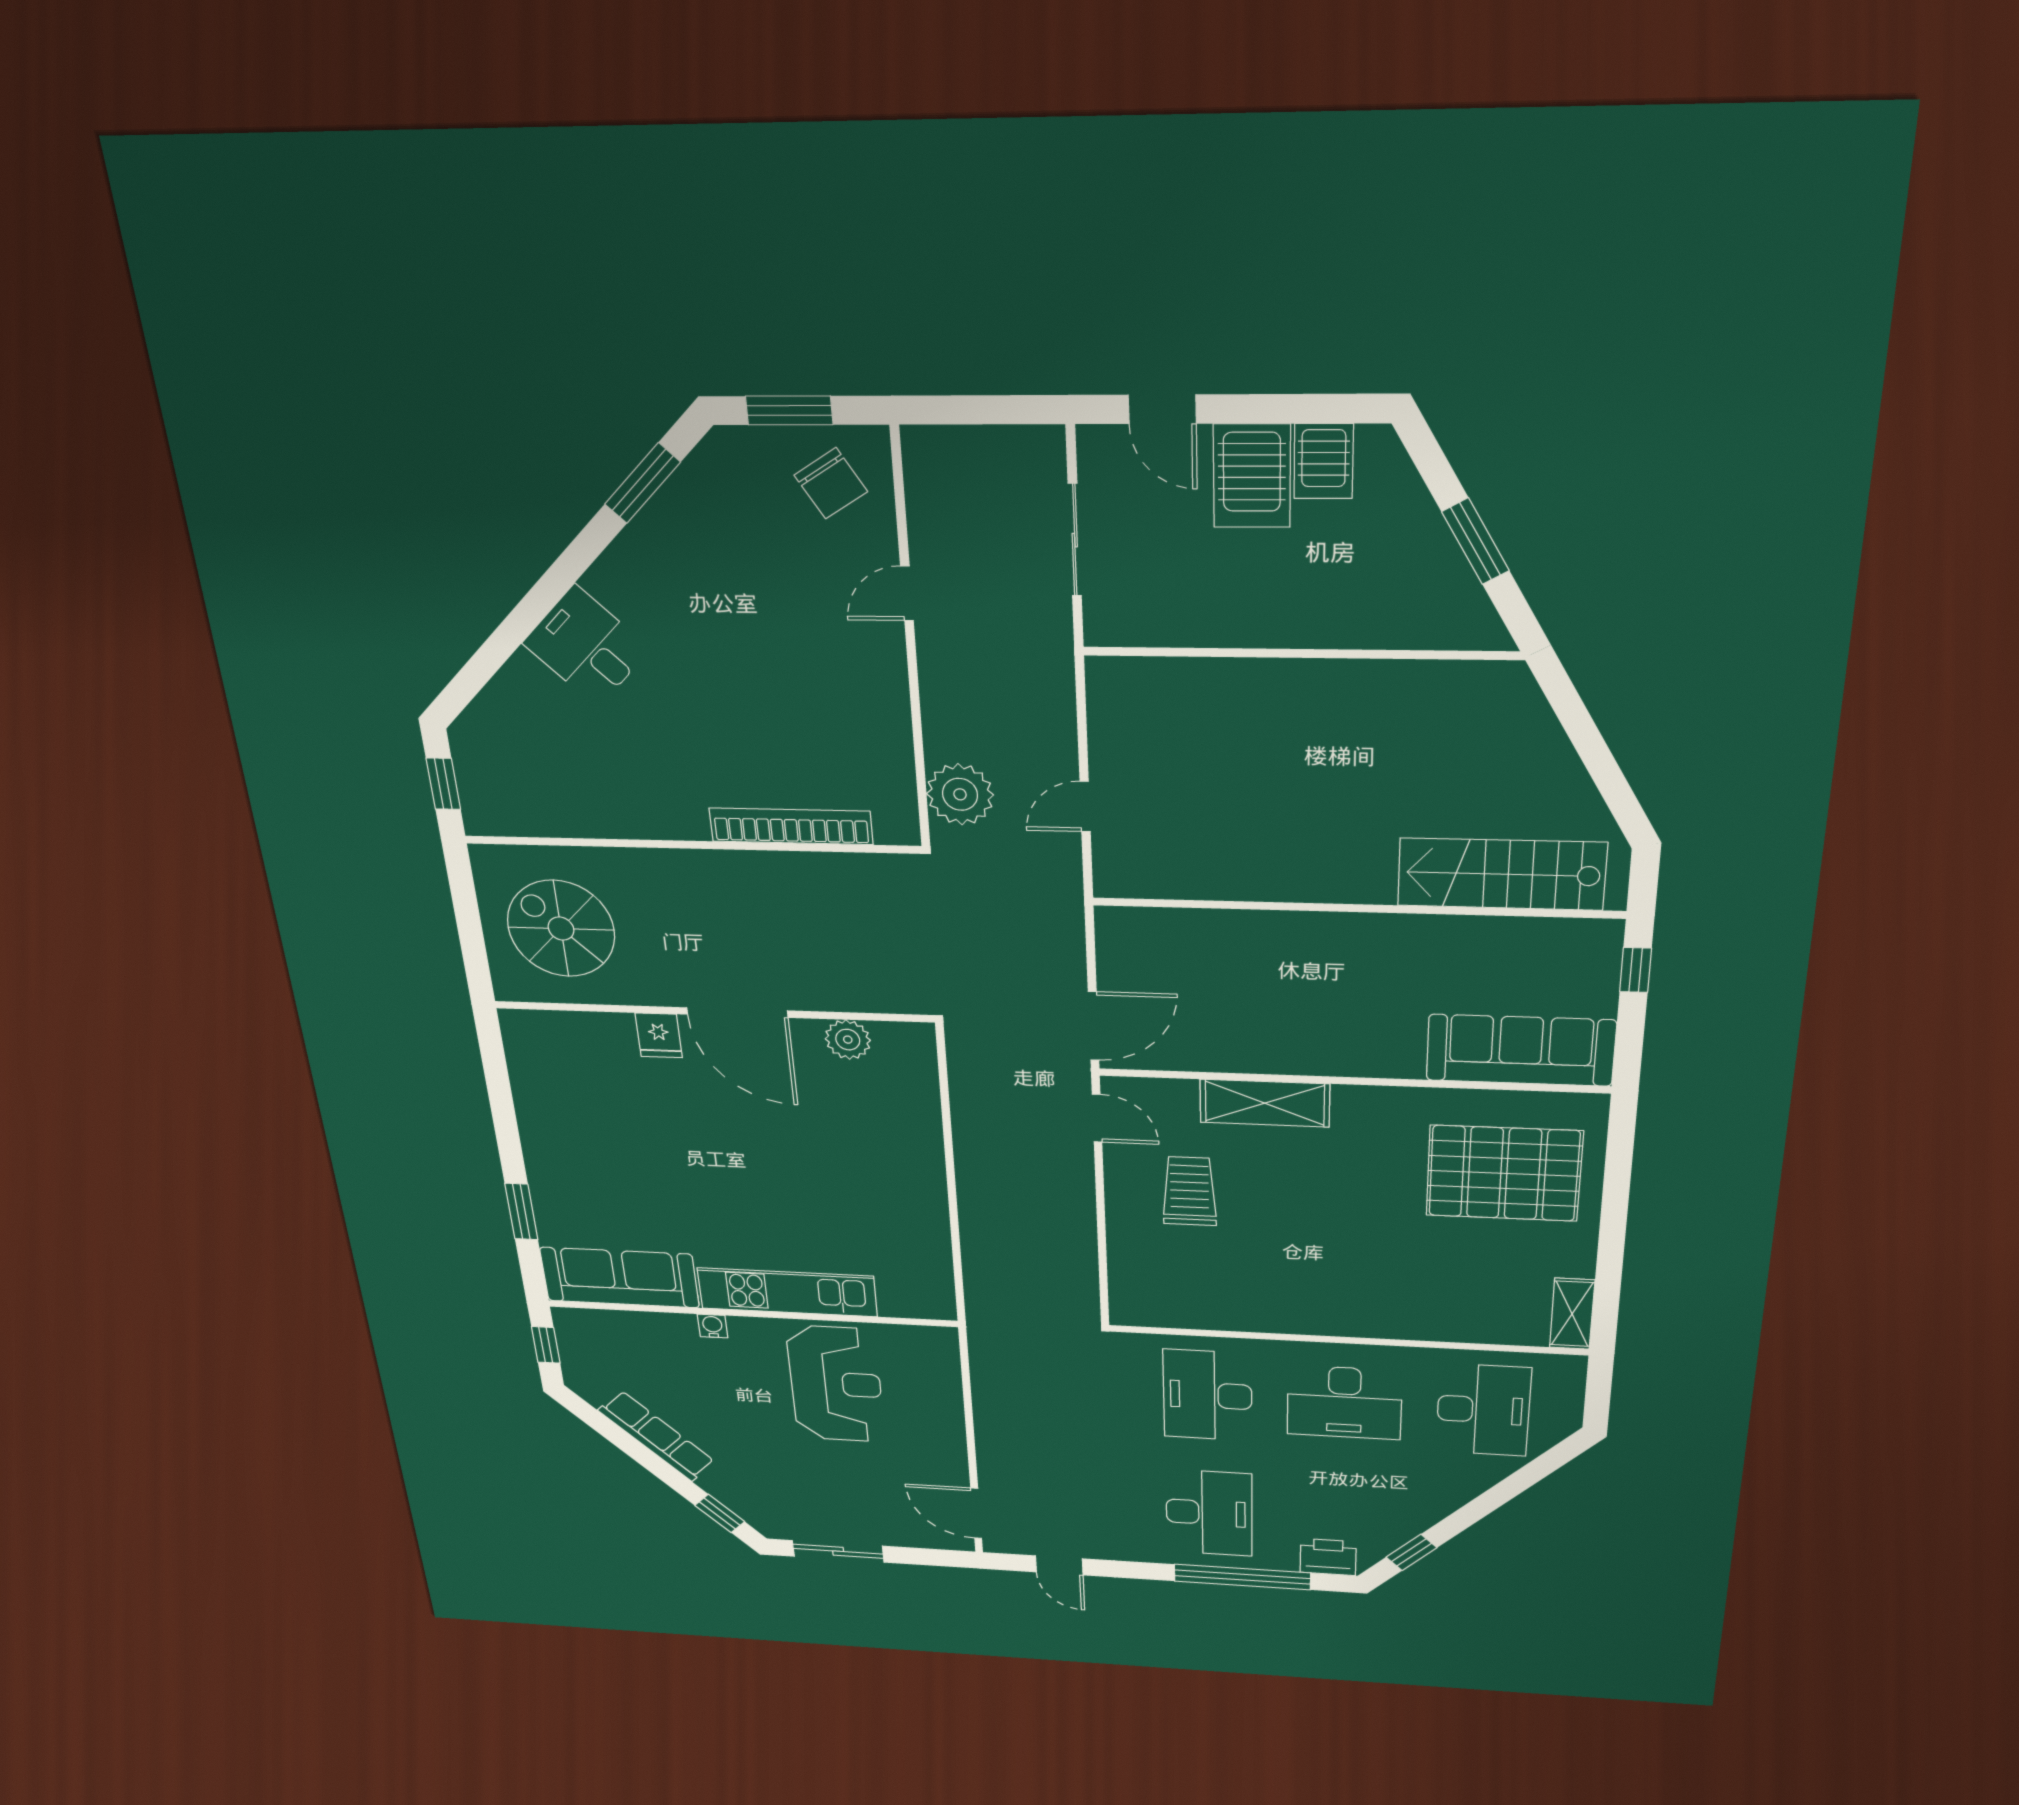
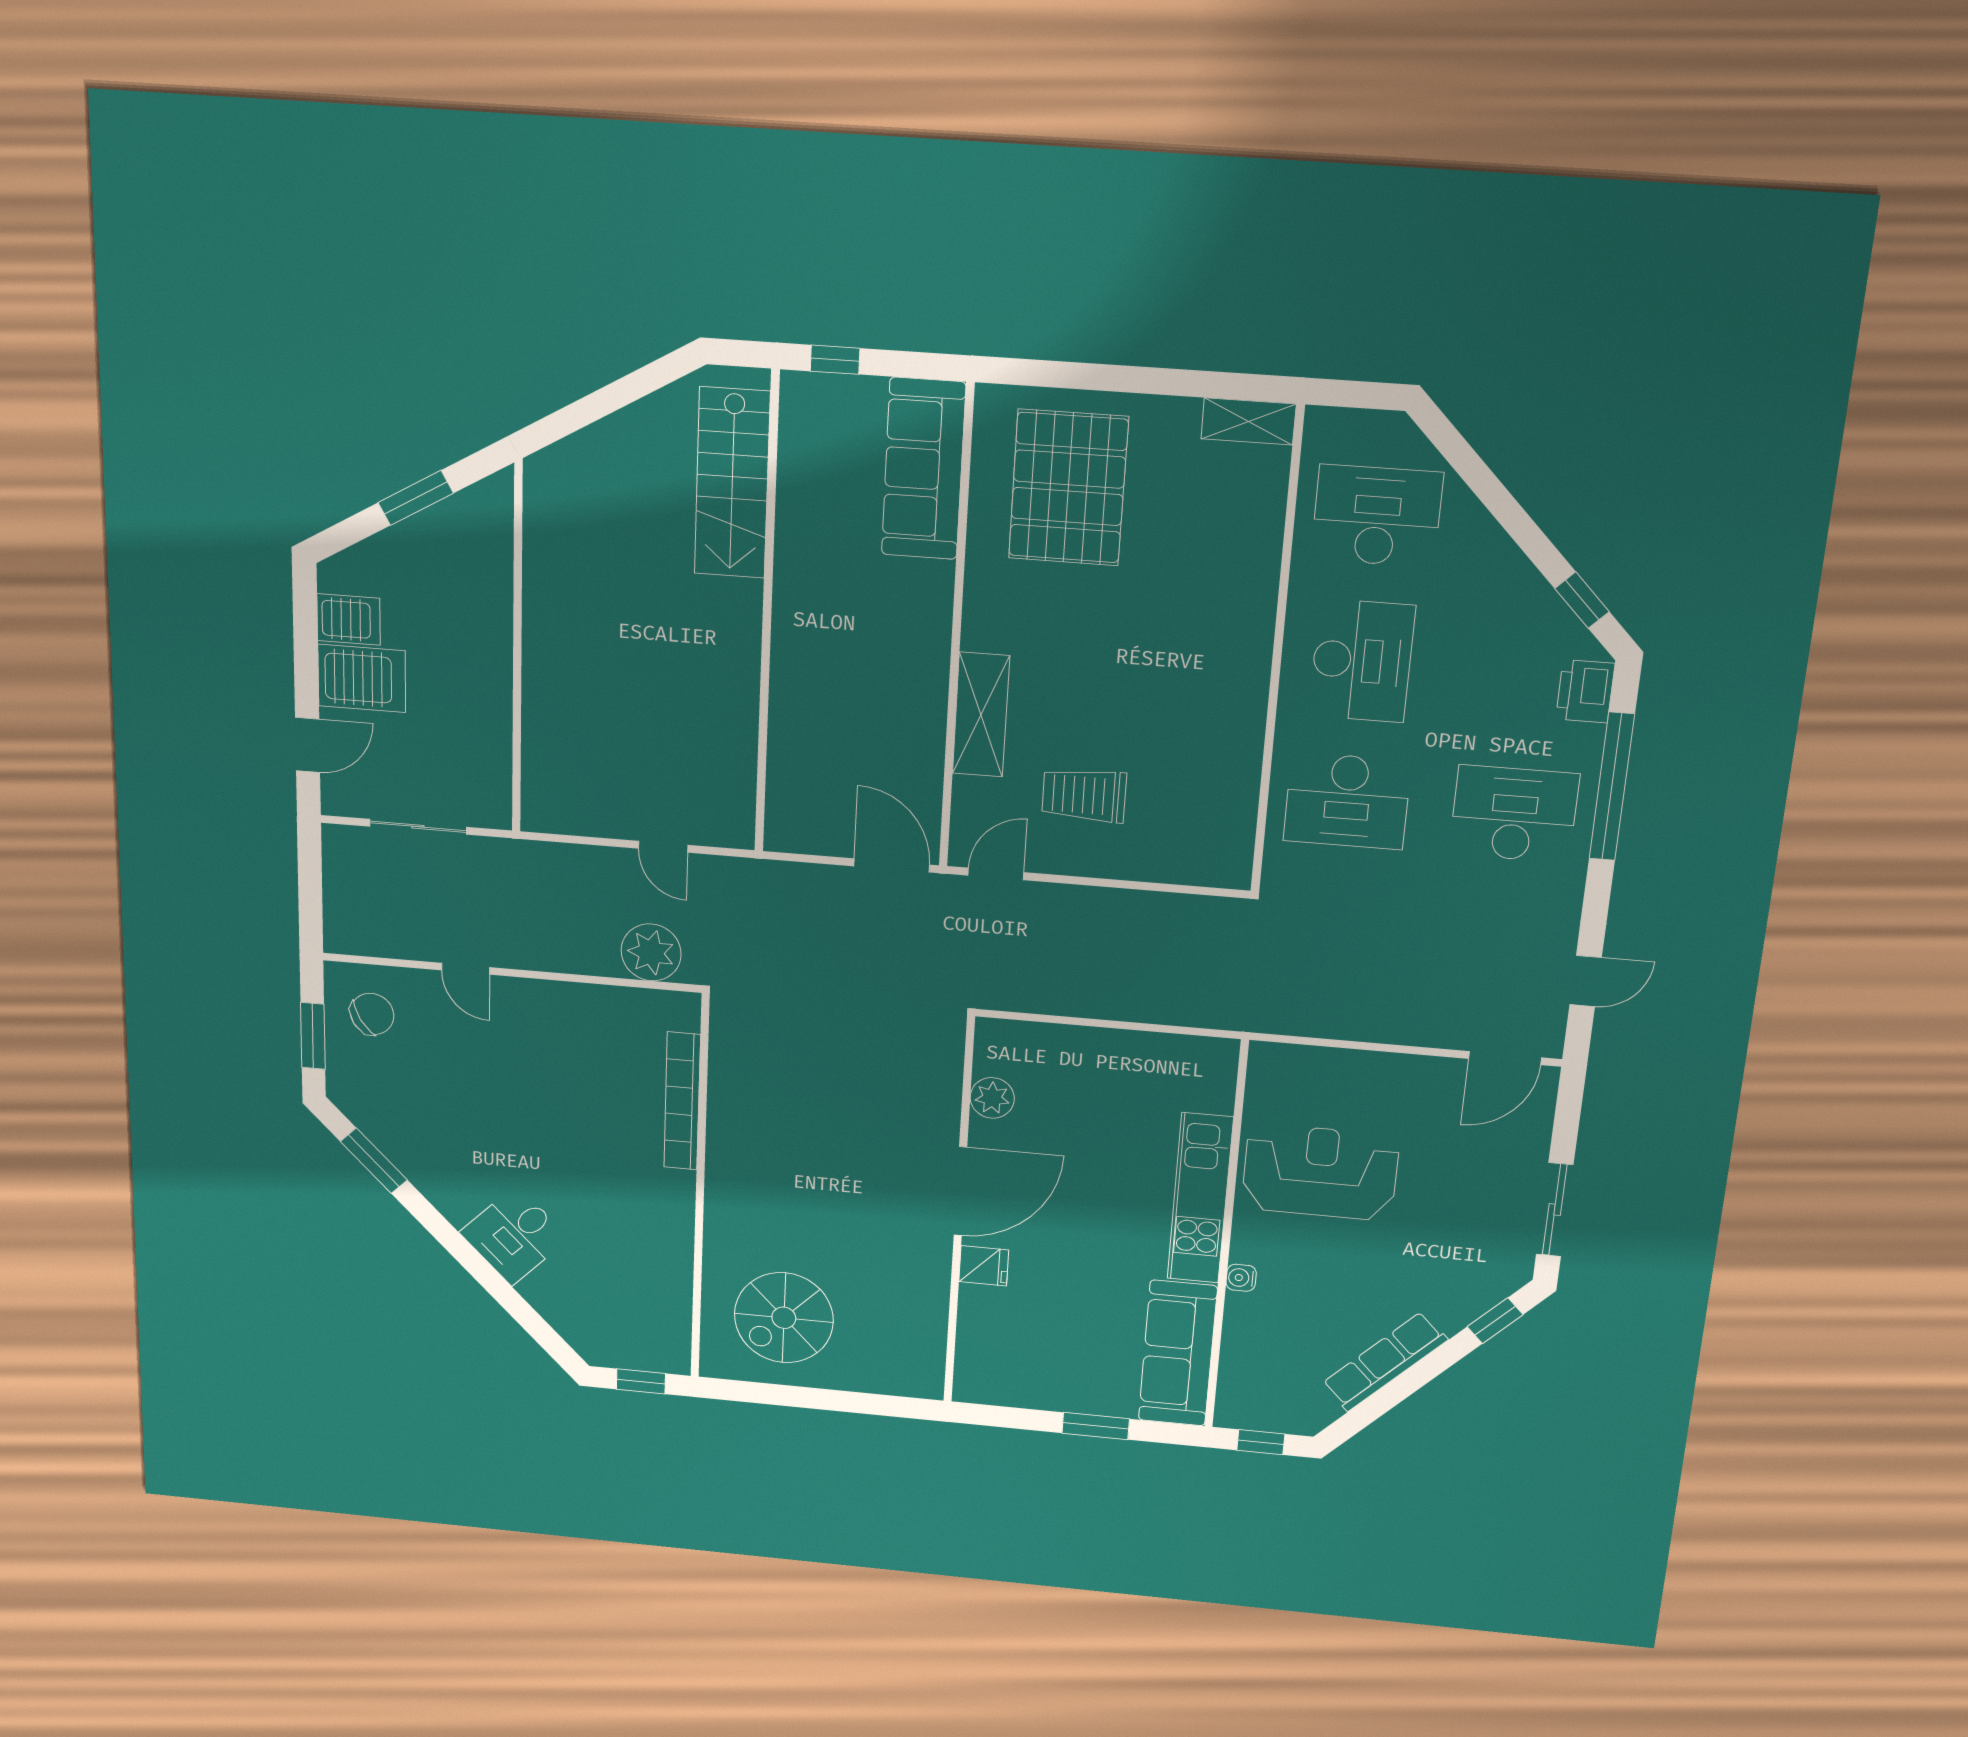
wall: (712, 1012) -> (959, 1213), moved
door: (737, 1013) -> (960, 1191), moved
fridge: (659, 1035) -> (984, 1266), moved
plant: (848, 1040) -> (992, 1098), moved

